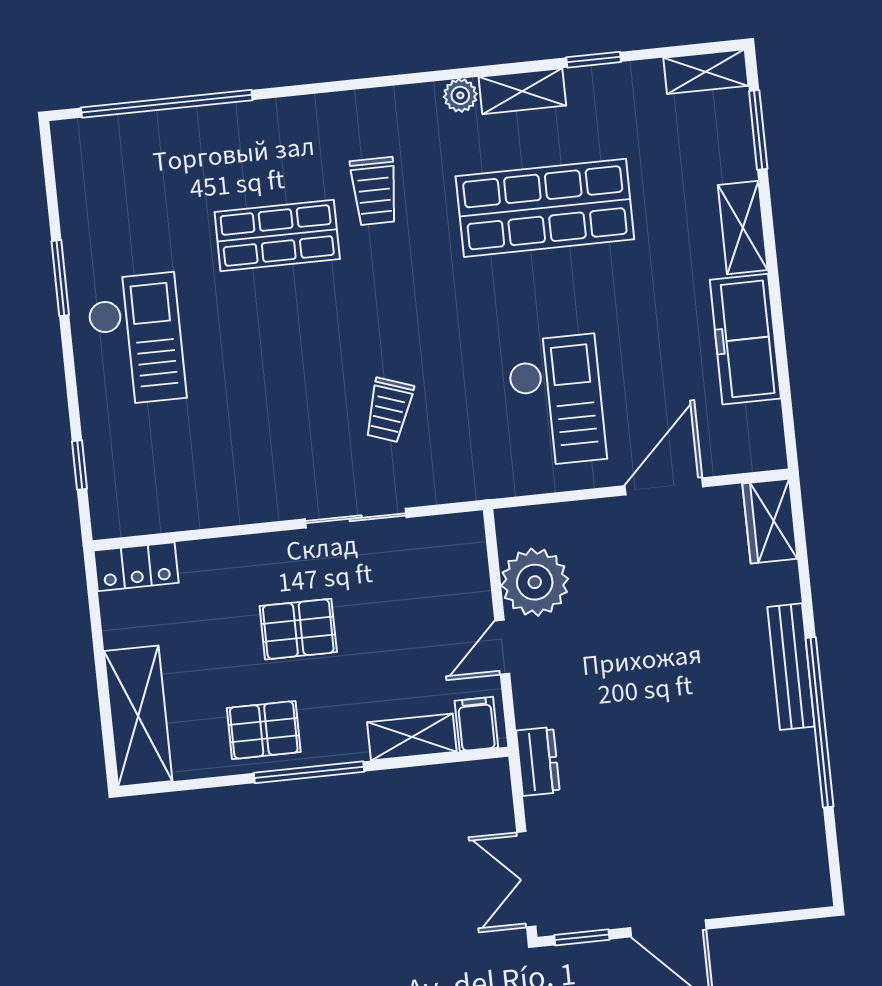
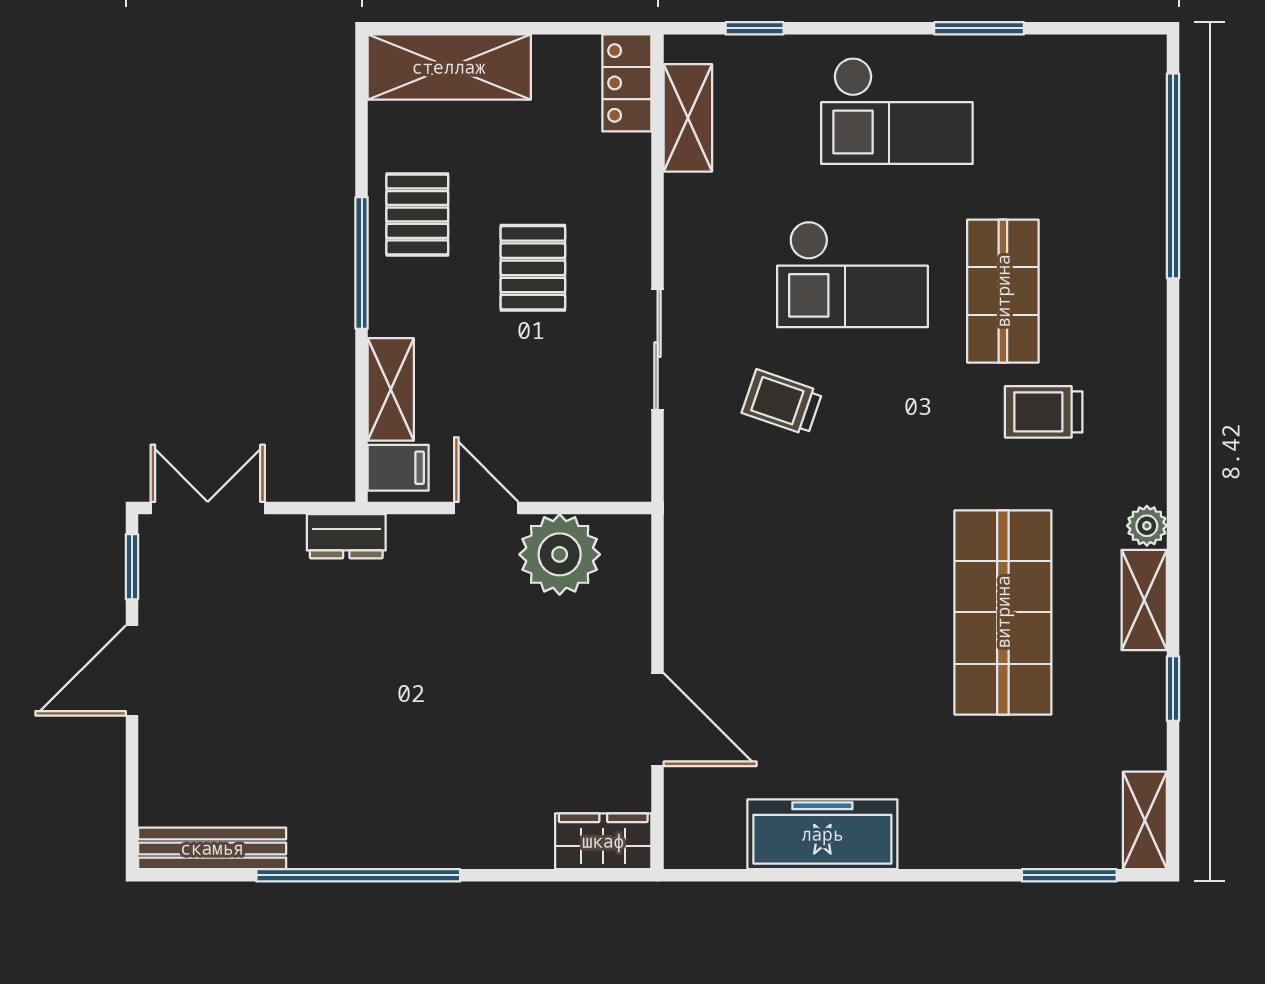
shelving: (743, 227) -> (688, 118), moved, turned 90
checkout: (556, 401) -> (852, 274), moved
bench: (791, 667) -> (212, 848), moved

